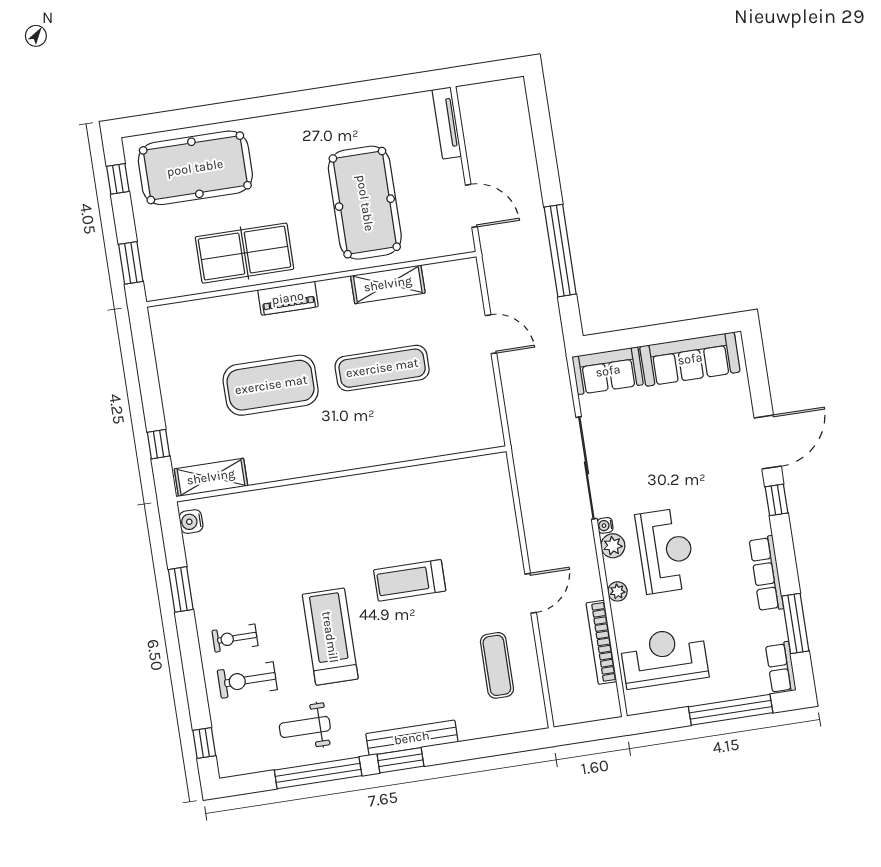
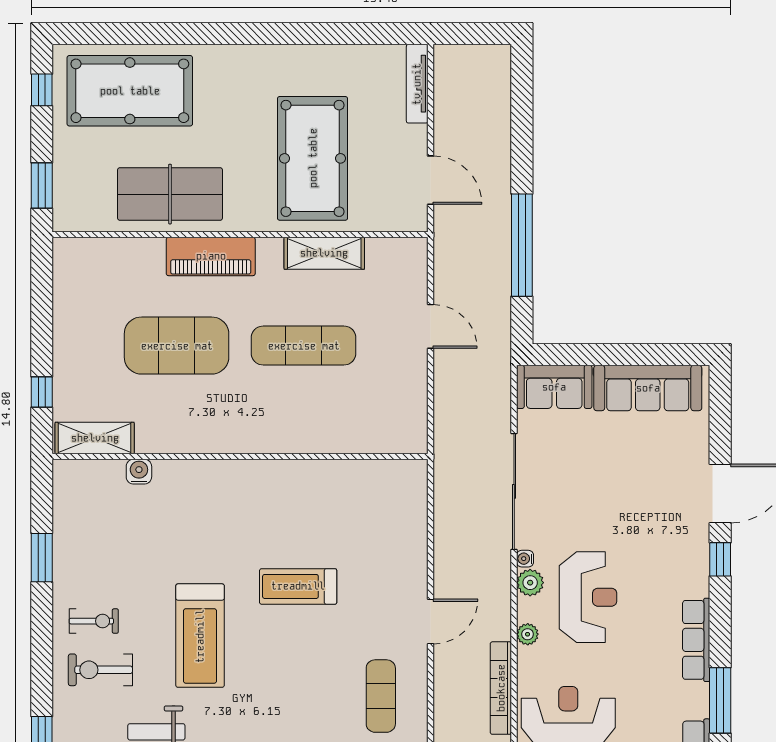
piano: (288, 298) -> (211, 256), width x1.37, depth x1.33
water cooler: (191, 522) -> (139, 472), moved, turned 90
treadmill: (330, 637) -> (200, 636), turned 180
exercise bike: (235, 638) -> (94, 621), turned 180

